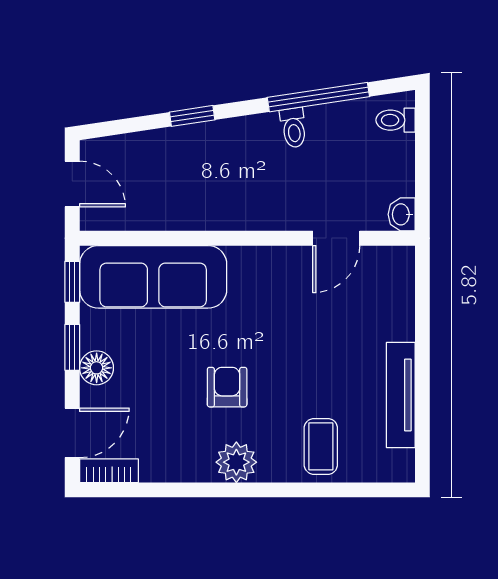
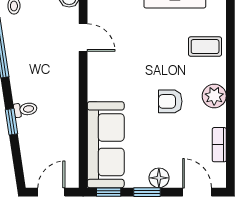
toilet: (293, 128) -> (25, 109), moved
bookcase: (109, 471) -> (219, 145), moved

